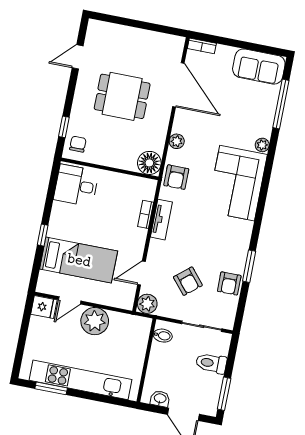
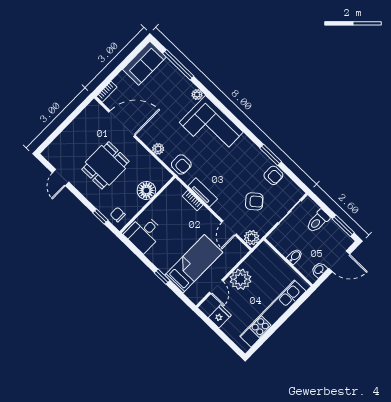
floor lamp: (149, 163) -> (146, 190), moved
fridge: (44, 307) -> (220, 316), moved
bidet: (163, 336) -> (295, 256), moved
window: (51, 388) -> (266, 336), removed

